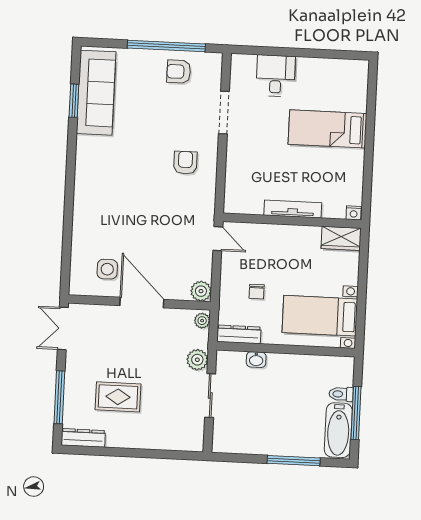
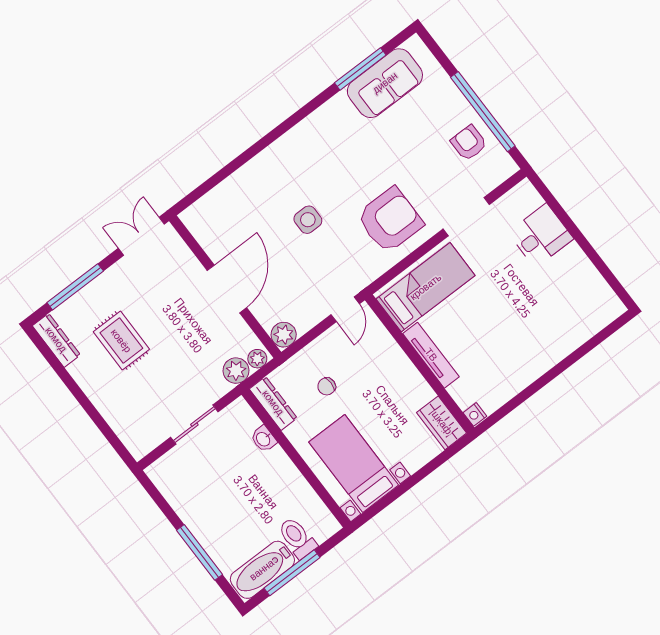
sofa: (96, 93) -> (385, 83), width x0.73
window: (74, 101) -> (360, 69), width x1.44
bed: (327, 129) -> (426, 287), moved, turned 90
armchair: (185, 163) -> (390, 220), width x1.88, depth x1.88
side table: (107, 269) -> (308, 220), moved
plant: (197, 360) -> (236, 371), moved
toilet: (341, 394) -> (297, 538), width x1.37, depth x1.39

